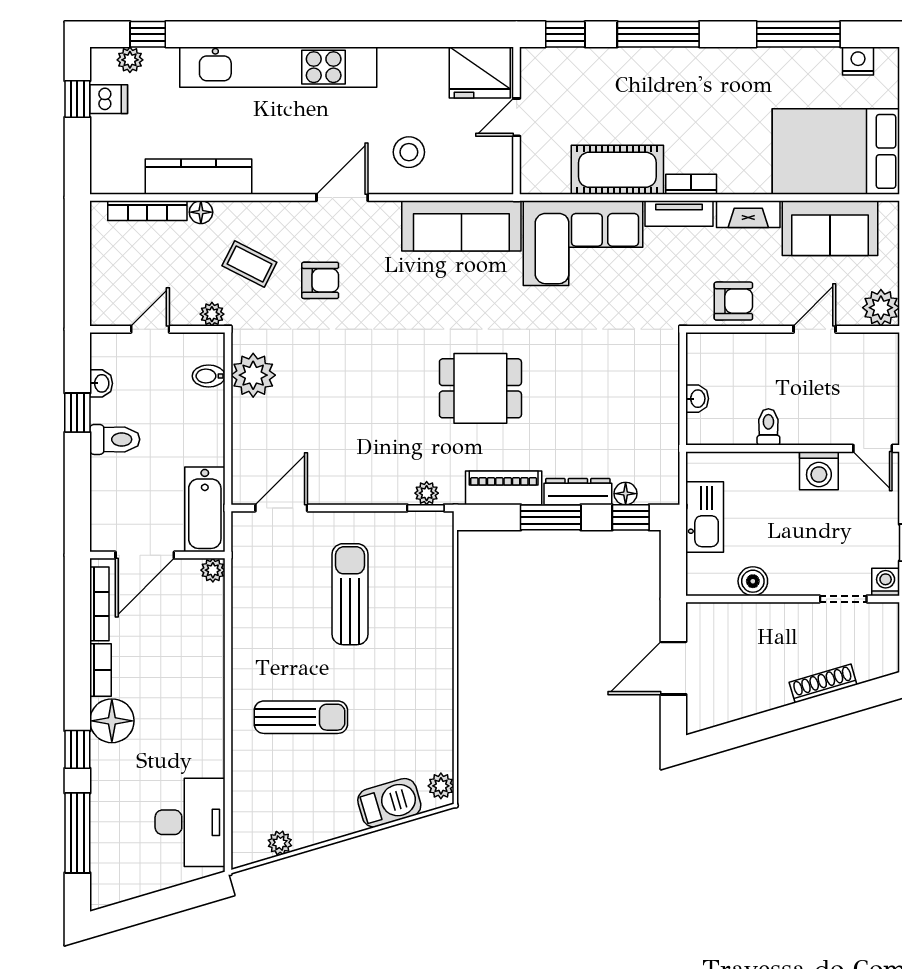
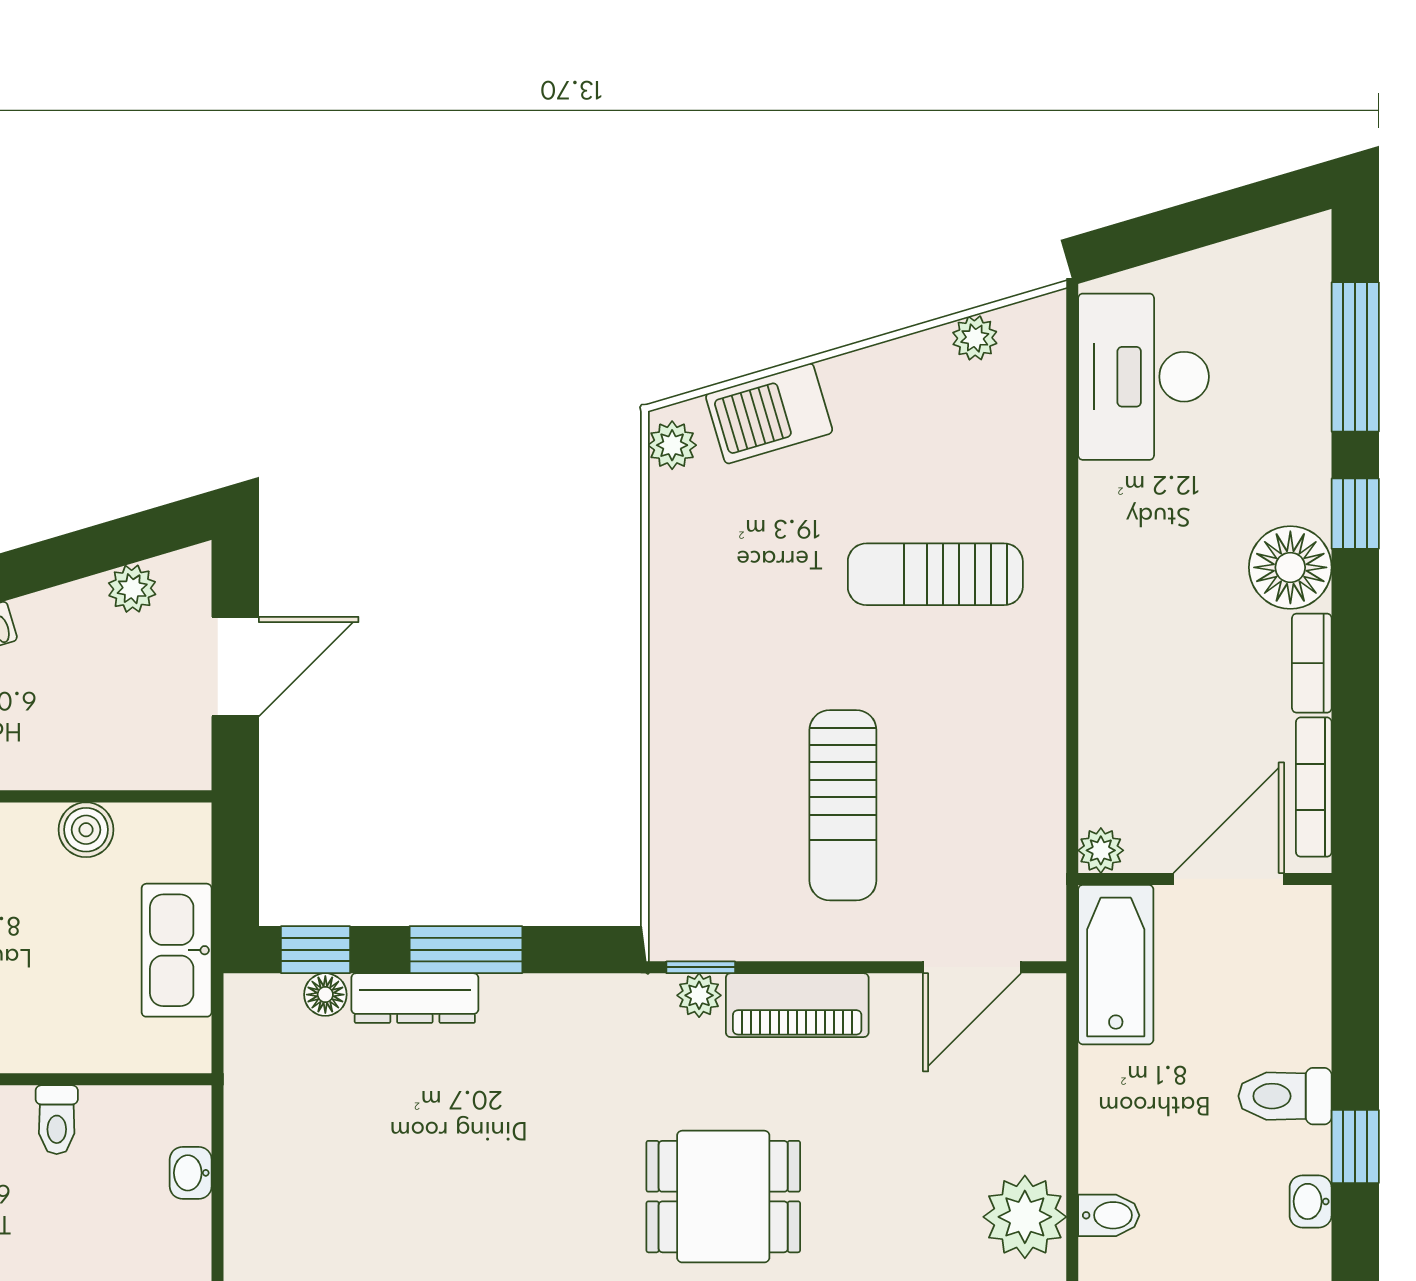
dining table: (480, 388) -> (723, 1197), moved
piano: (504, 488) -> (797, 1005), moved
plant: (728, 709) -> (132, 589), added

